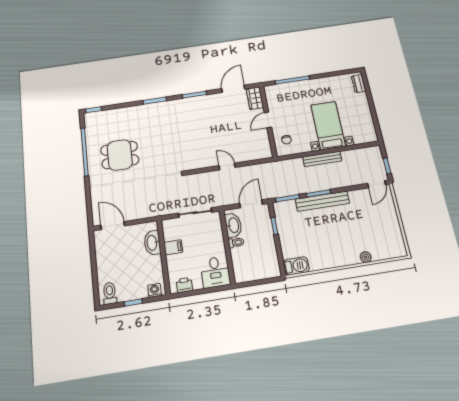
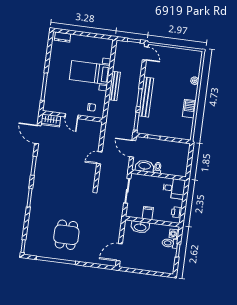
barbecue: (296, 266) -> (189, 109), moved
toilet: (110, 293) -> (170, 243), moved

